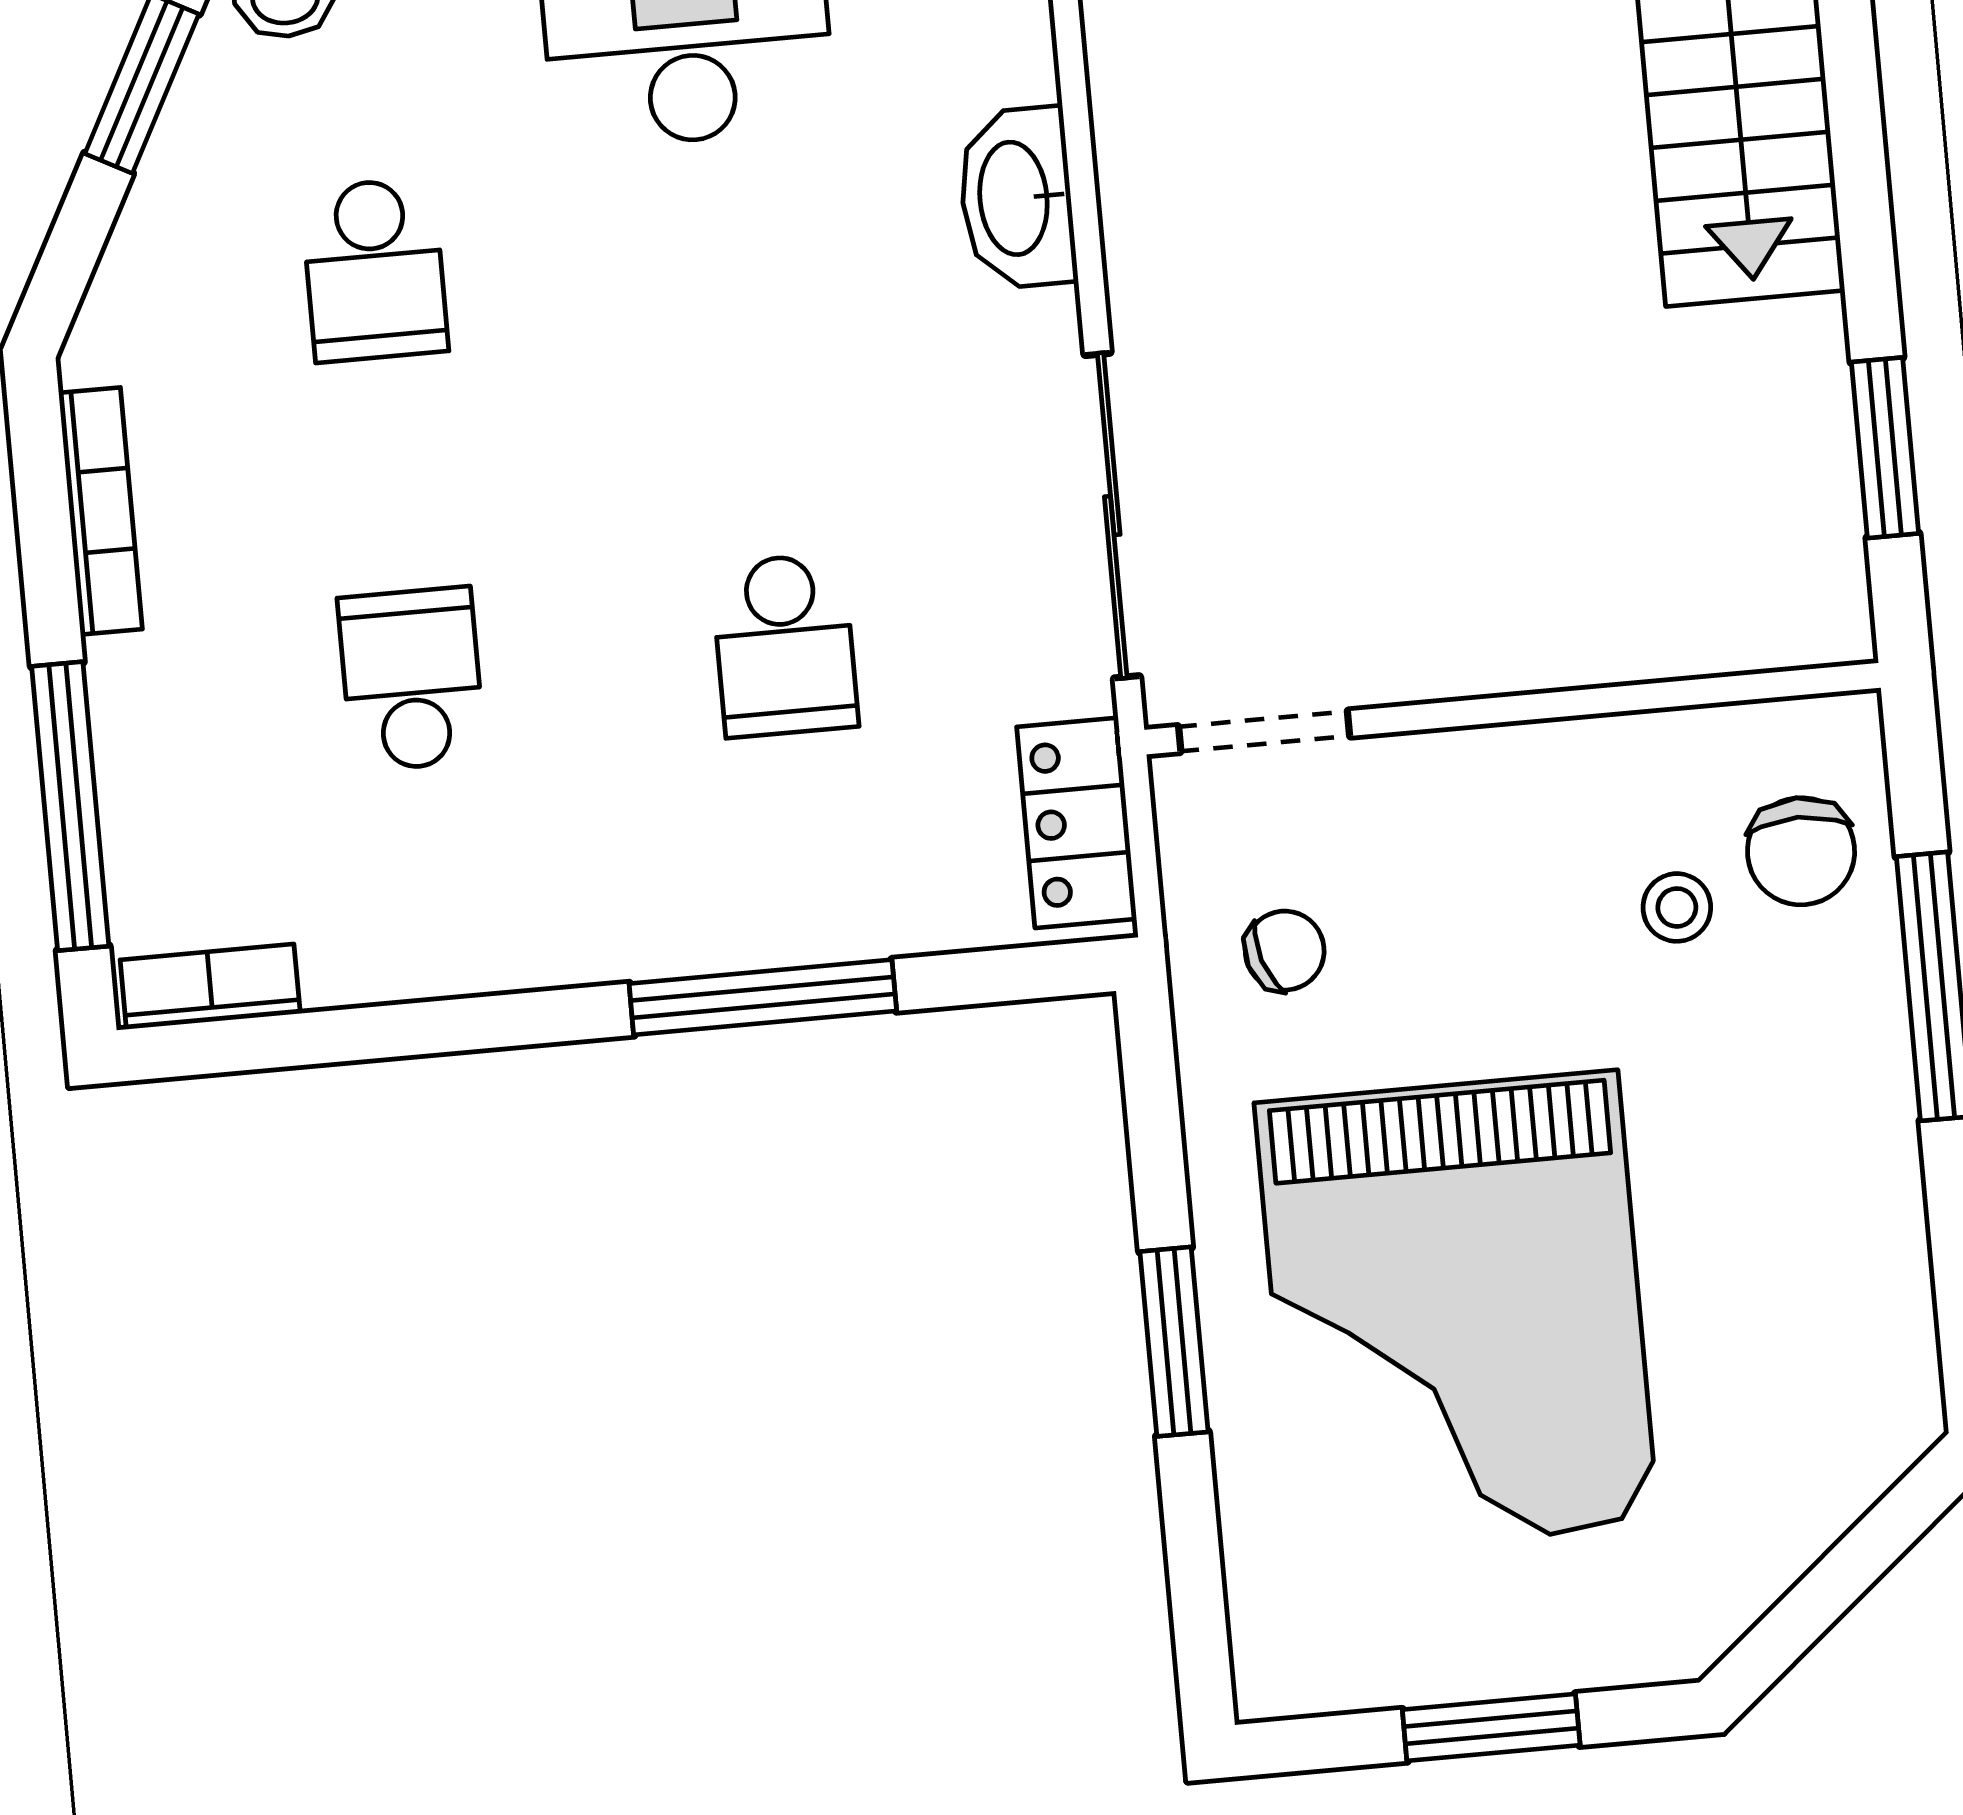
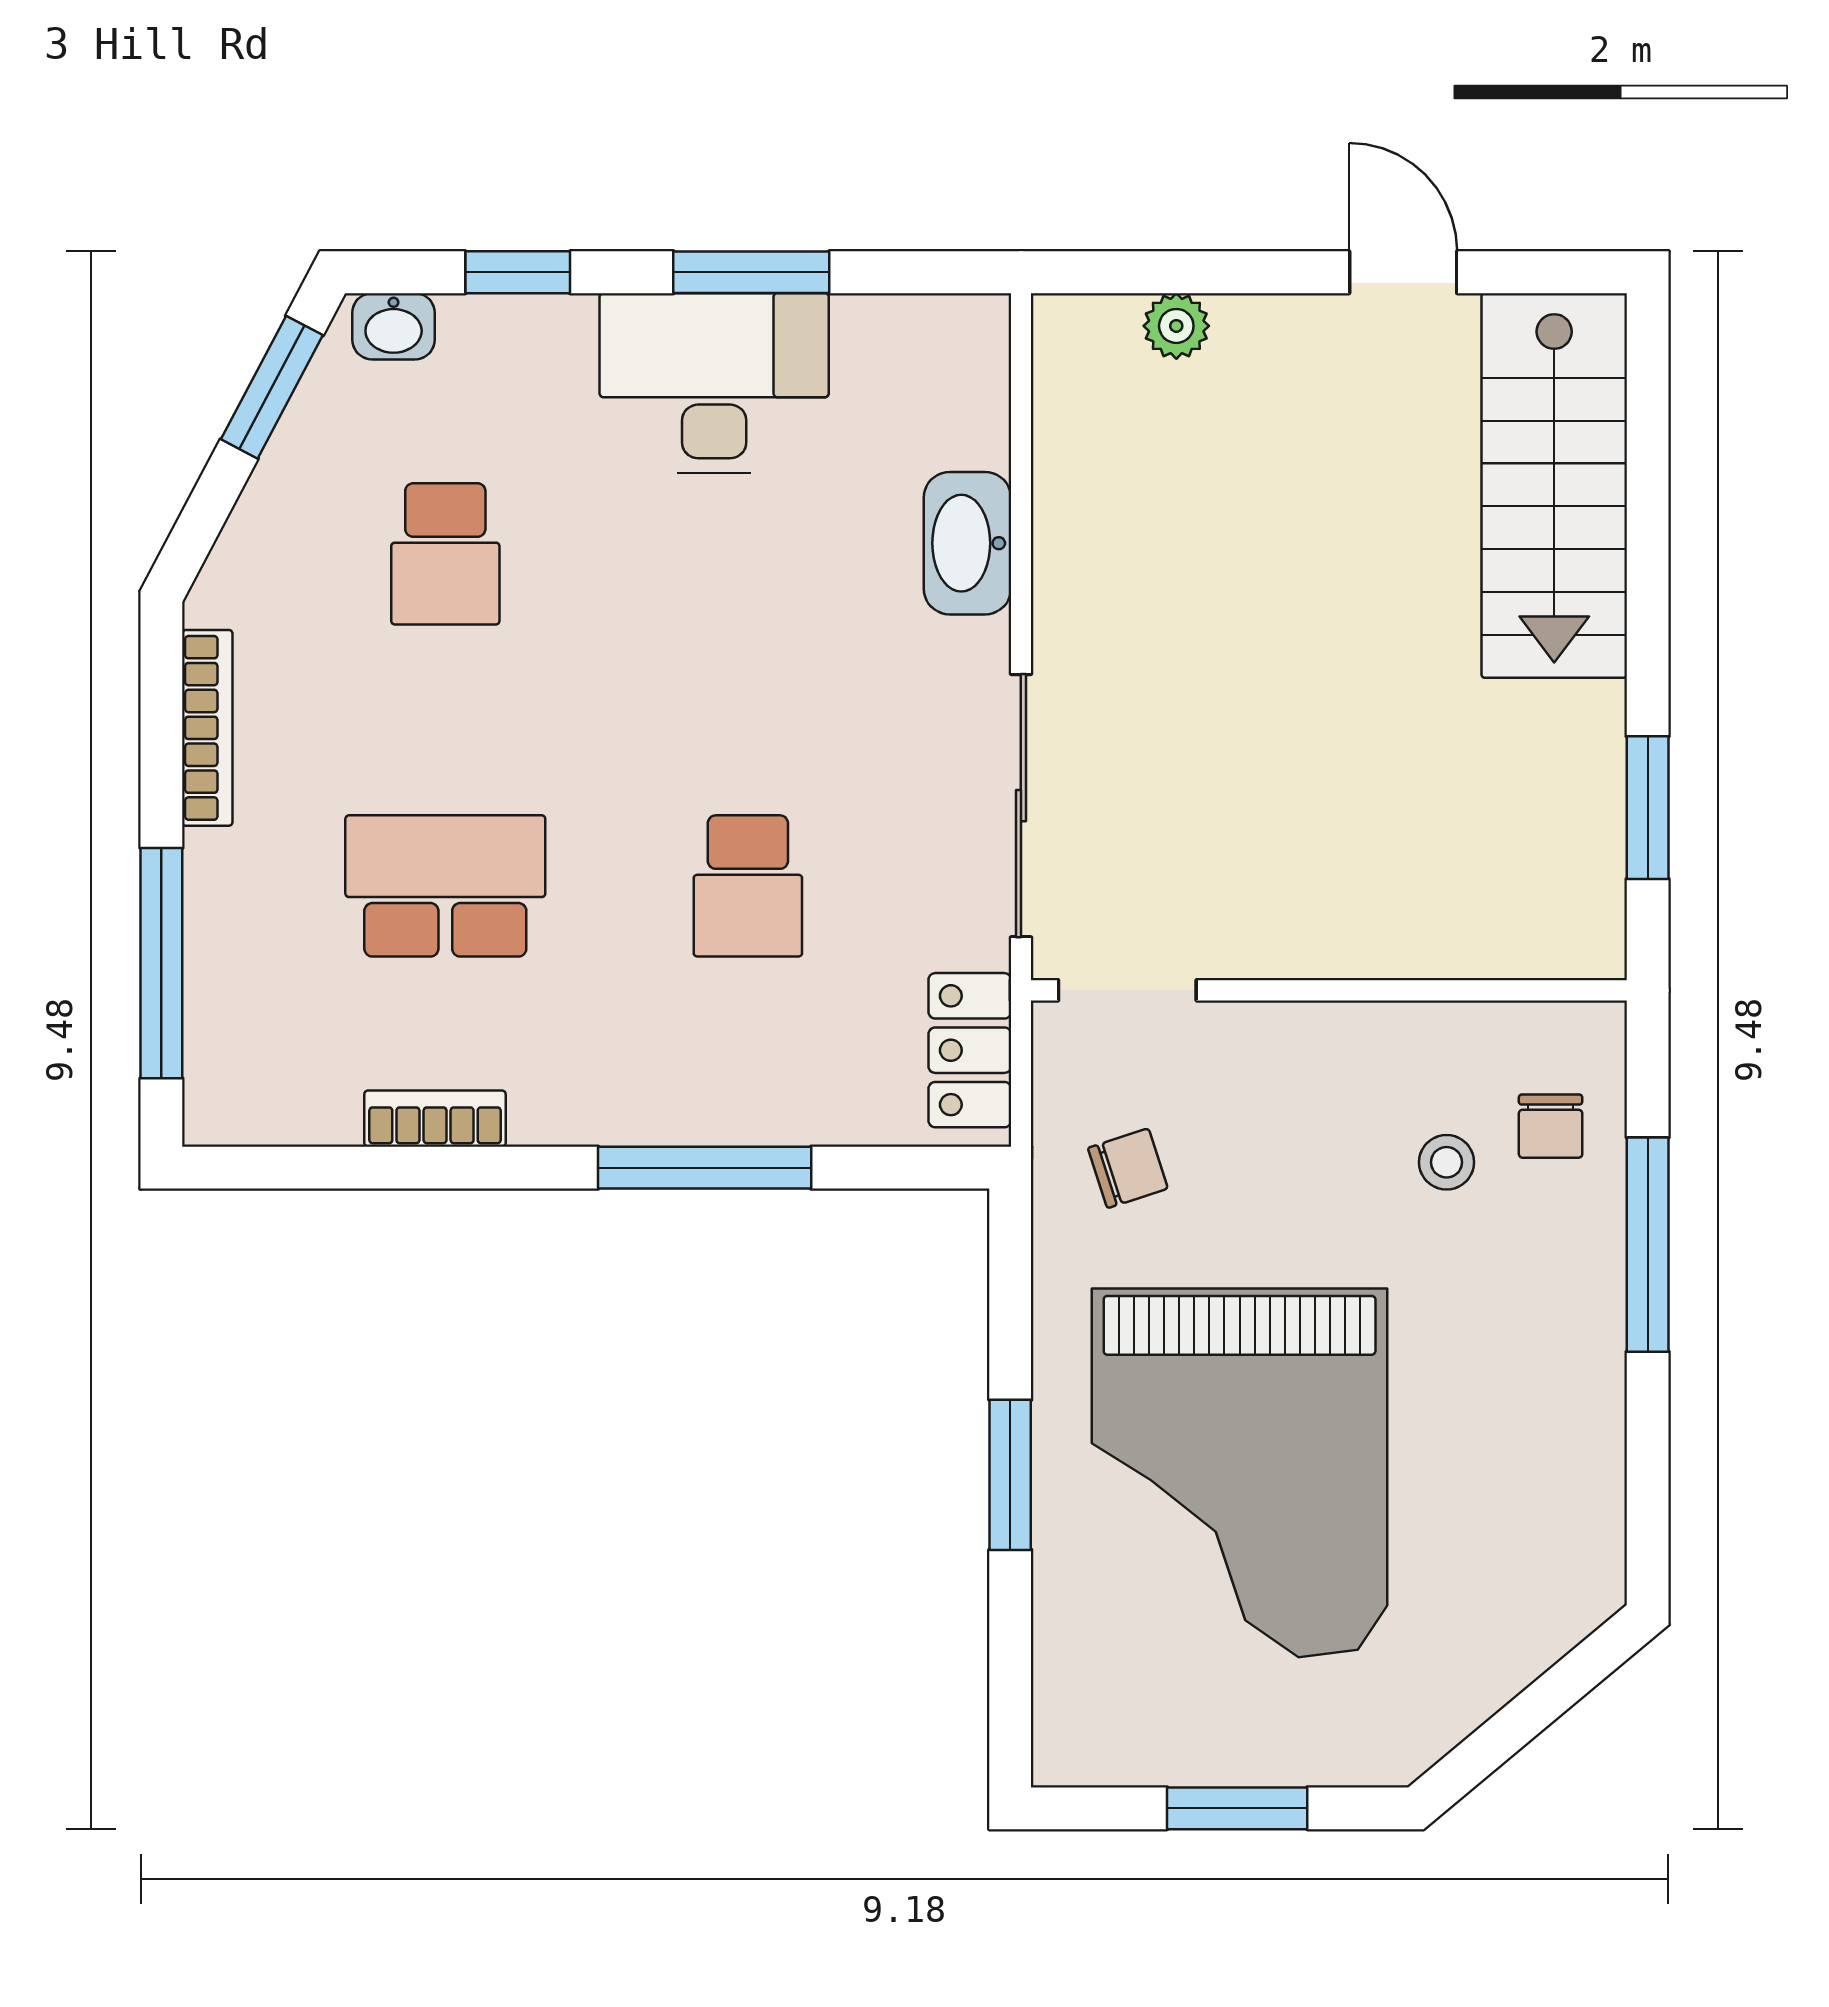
school desk: (412, 679) -> (445, 886), width x1.85
chair: (1801, 851) -> (1551, 1126), width x0.73, depth x0.73
bookcase: (210, 987) -> (435, 1119), moved

